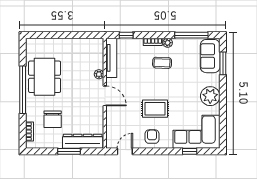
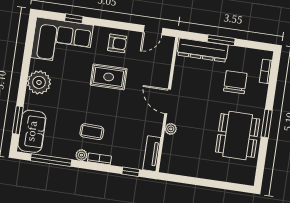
tv unit: (111, 58) -> (152, 154), width x0.71
window: (23, 90) -> (267, 124), width x0.47
armchair: (152, 137) -> (117, 43), turned -90

